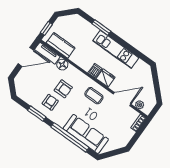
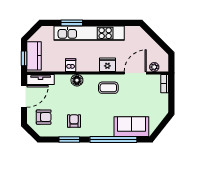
kitchen counter: (61, 45) -> (34, 56), moved, turned 90
kitchen unit: (116, 49) -> (89, 33), width x1.36
floor lamp: (62, 65) -> (77, 80), moved
dishwasher: (95, 71) -> (71, 65), moved
armchair: (63, 89) -> (44, 117), moved
sofa: (86, 134) -> (131, 127), width x0.73

